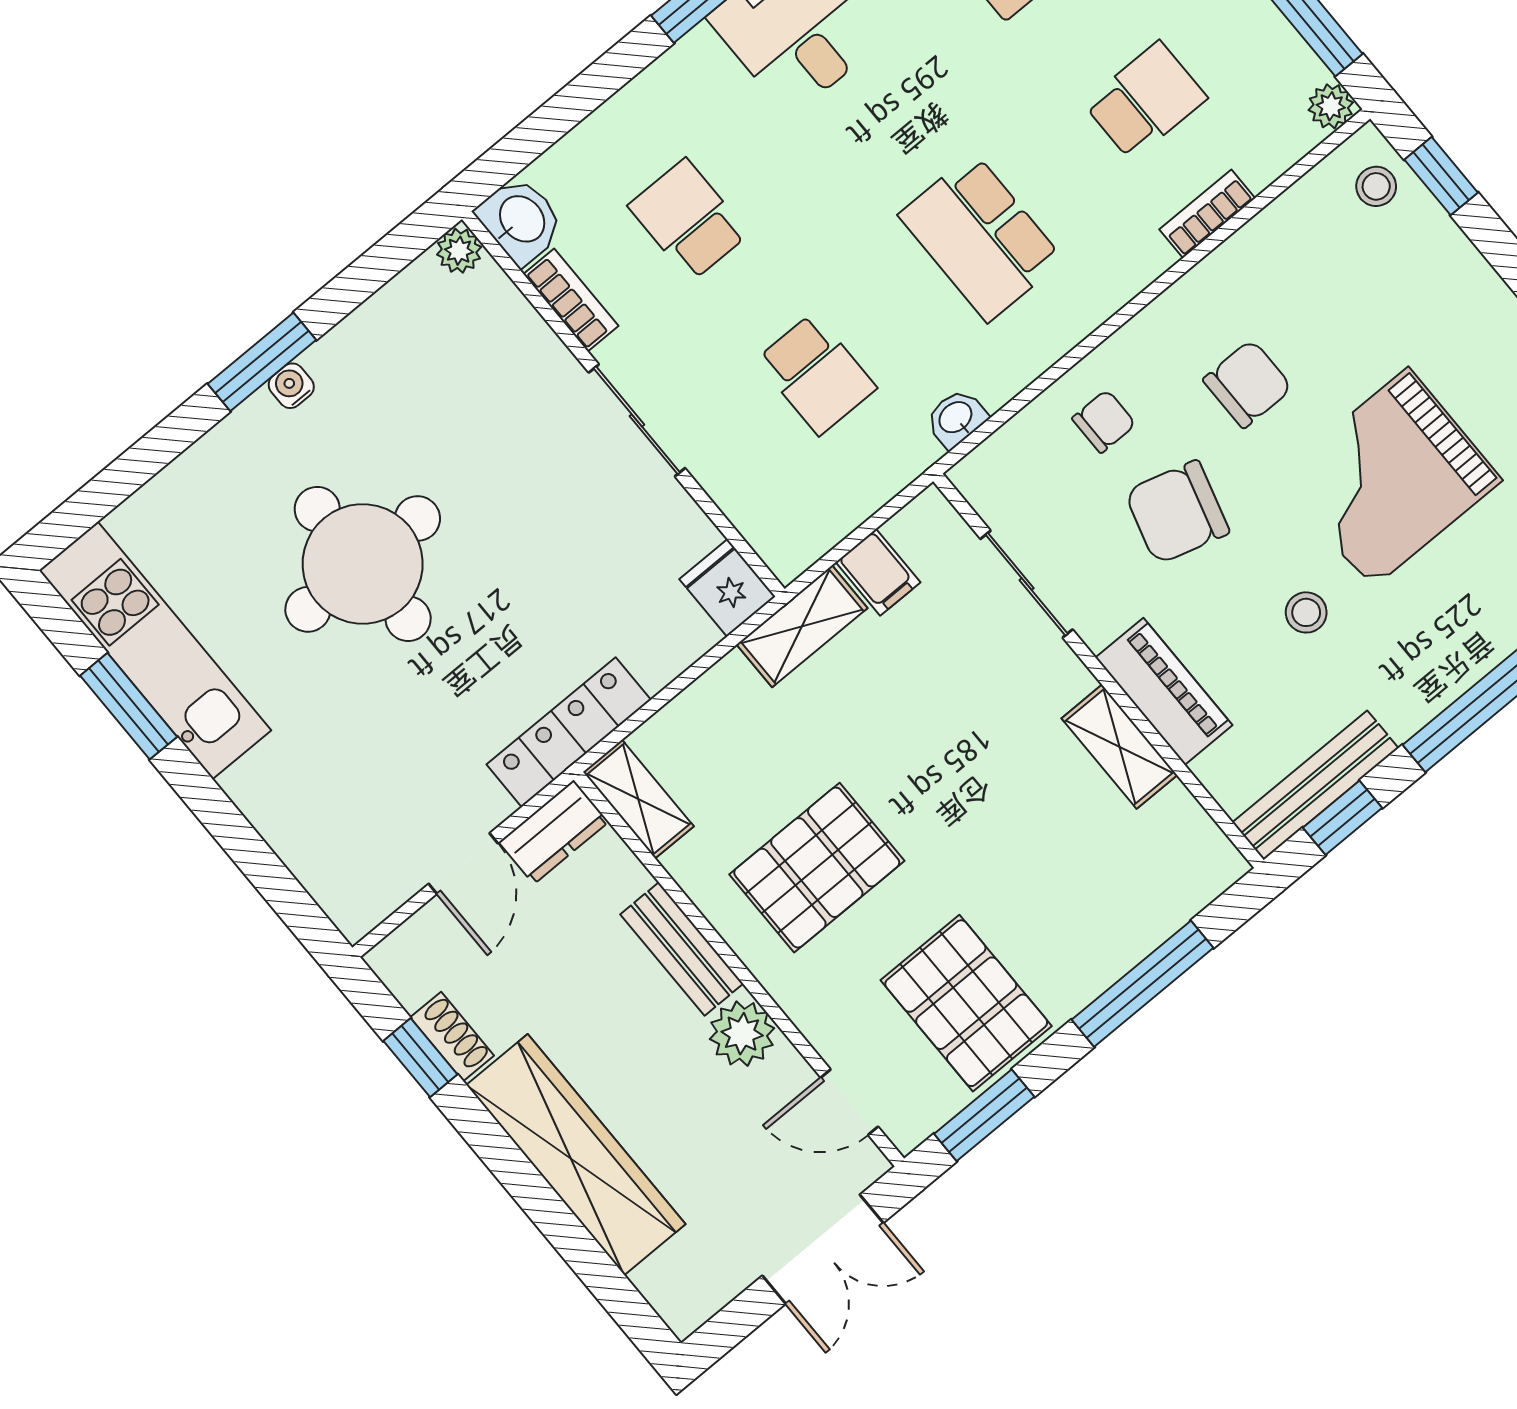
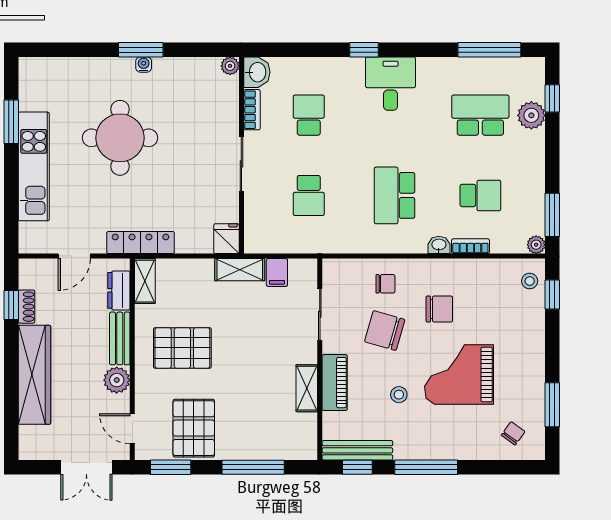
washbasin: (956, 418) -> (439, 245), moved
kitchen unit: (155, 650) -> (34, 166), moved
dresser: (554, 832) -> (119, 290), moved, turned 90

